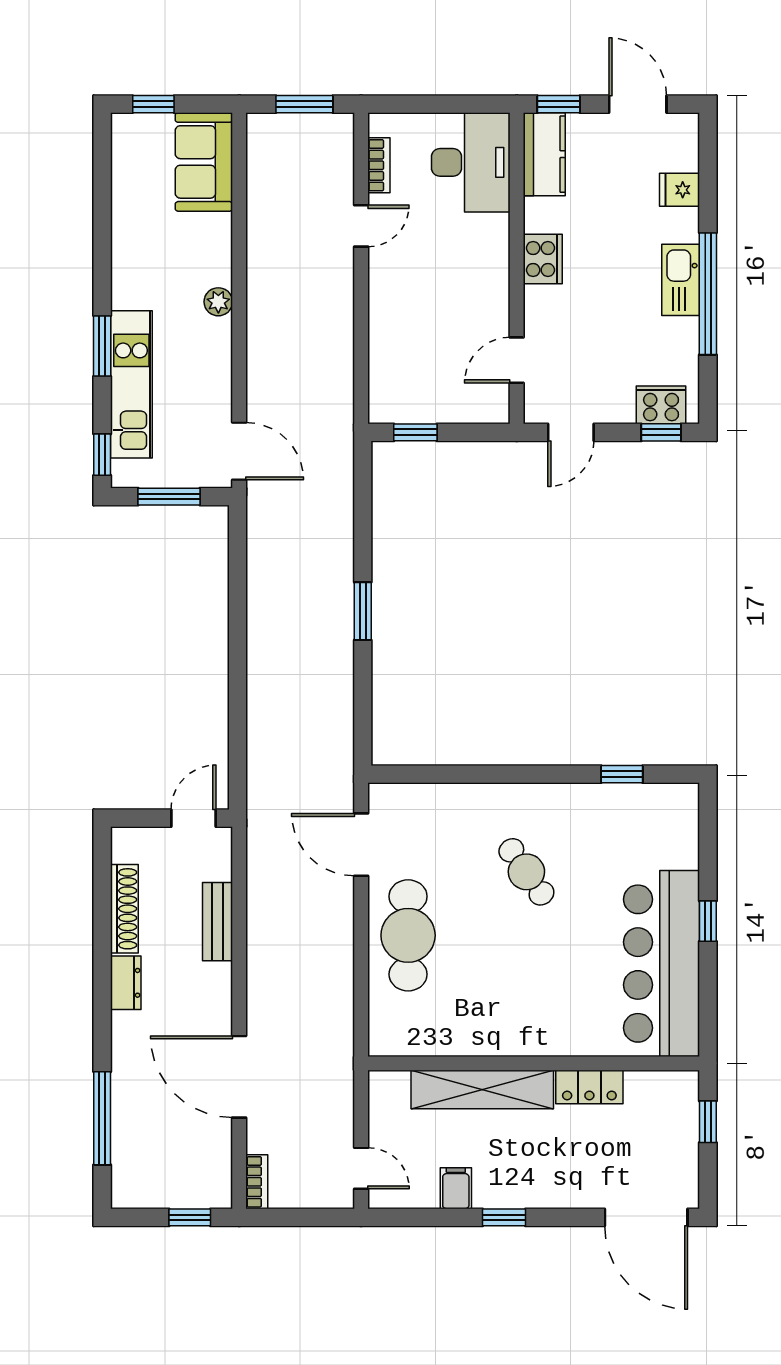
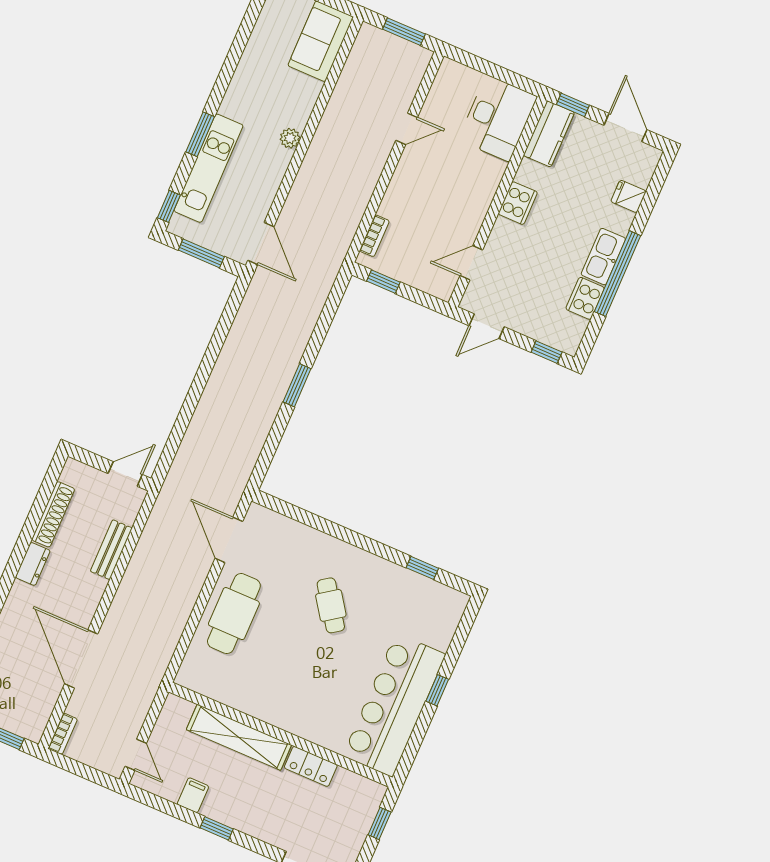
bookcase: (379, 165) -> (374, 236), moved
cooker: (661, 405) -> (585, 298), moved, turned -90

